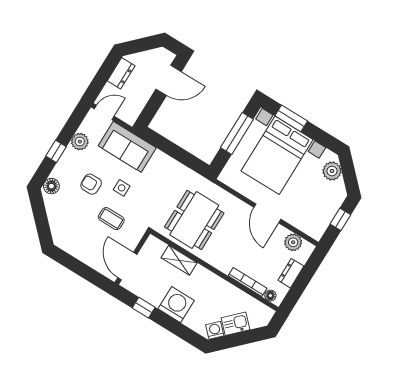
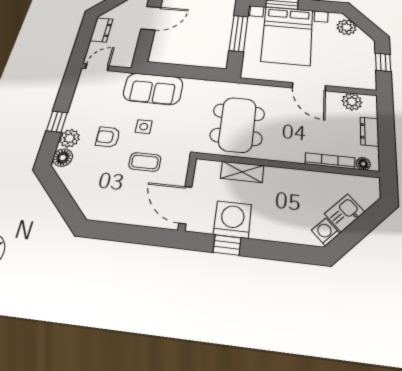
plant: (80, 142) -> (69, 138), moved
sofa: (127, 147) -> (153, 89), moved
washing machine: (176, 305) -> (232, 219), moved

